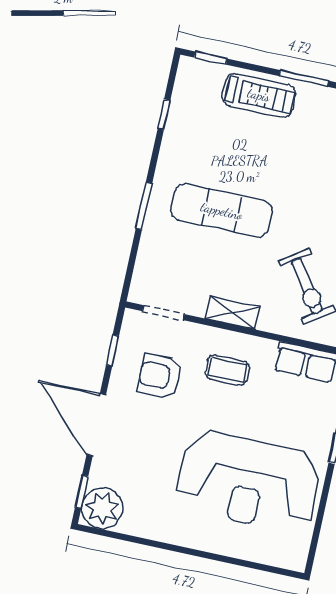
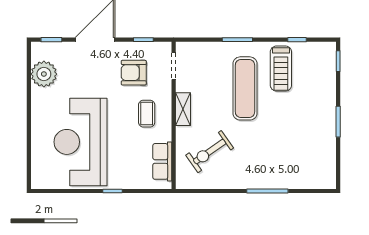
treadmill: (259, 95) -> (281, 69), moved
armchair: (160, 376) -> (134, 73), turned -90
plant: (102, 508) -> (44, 74), moved

